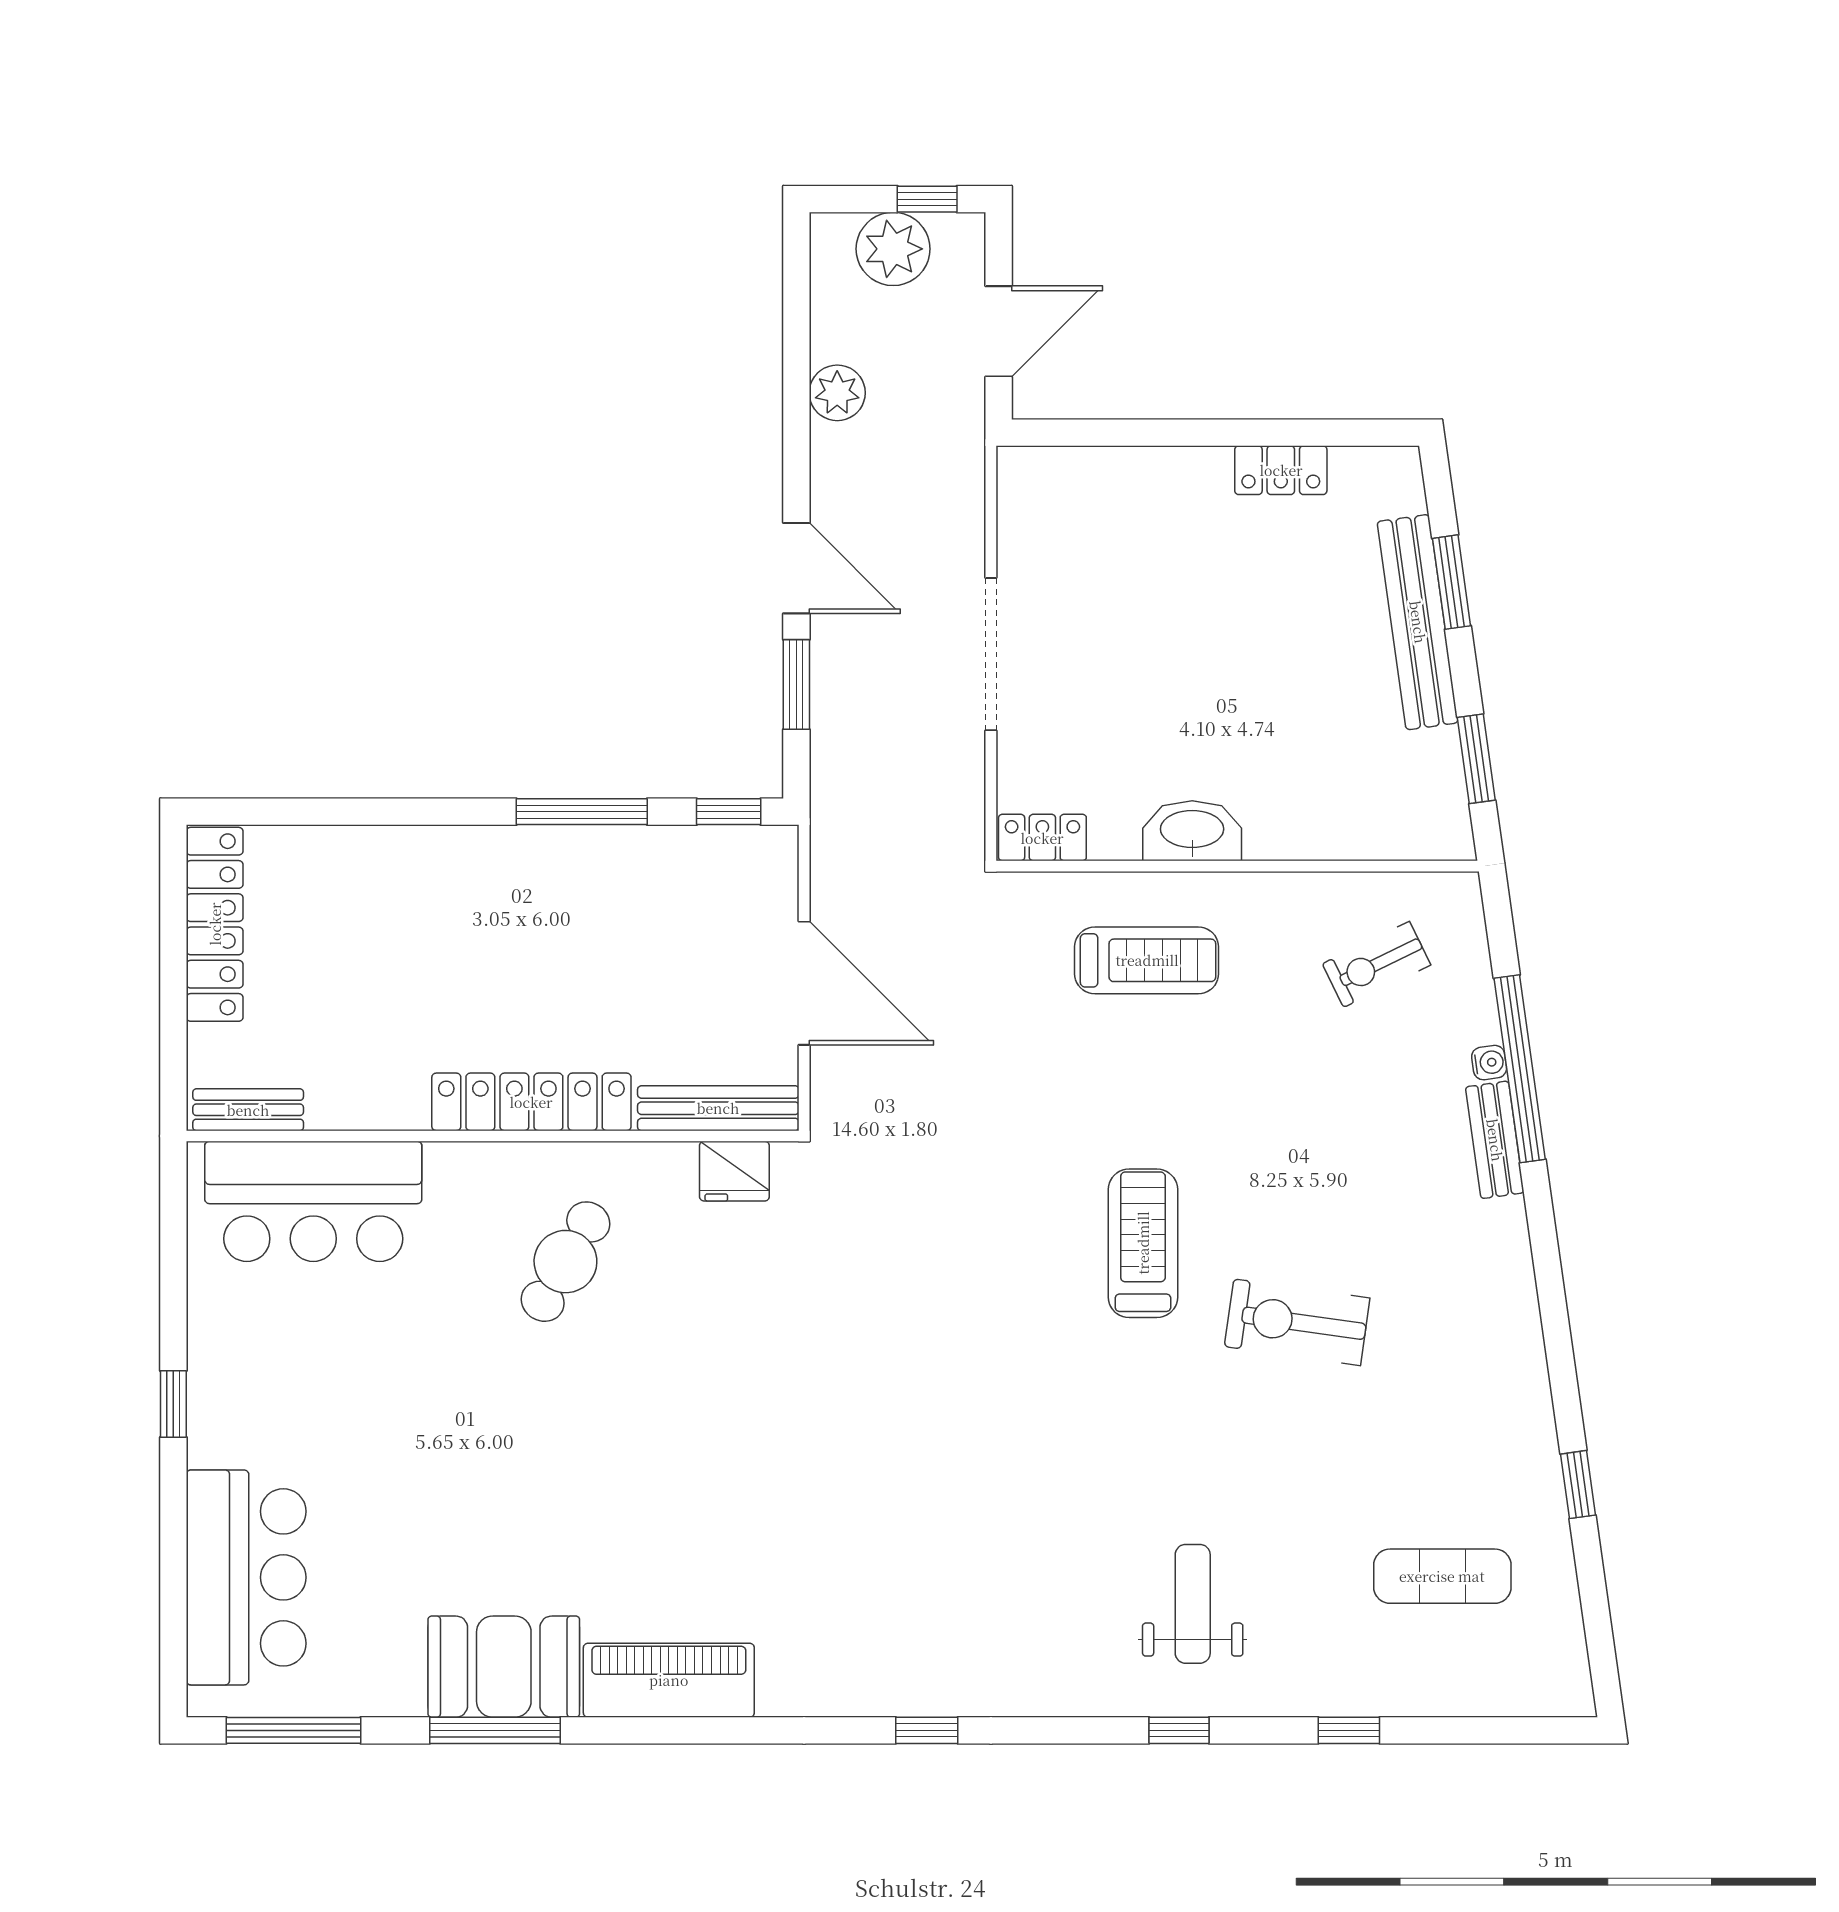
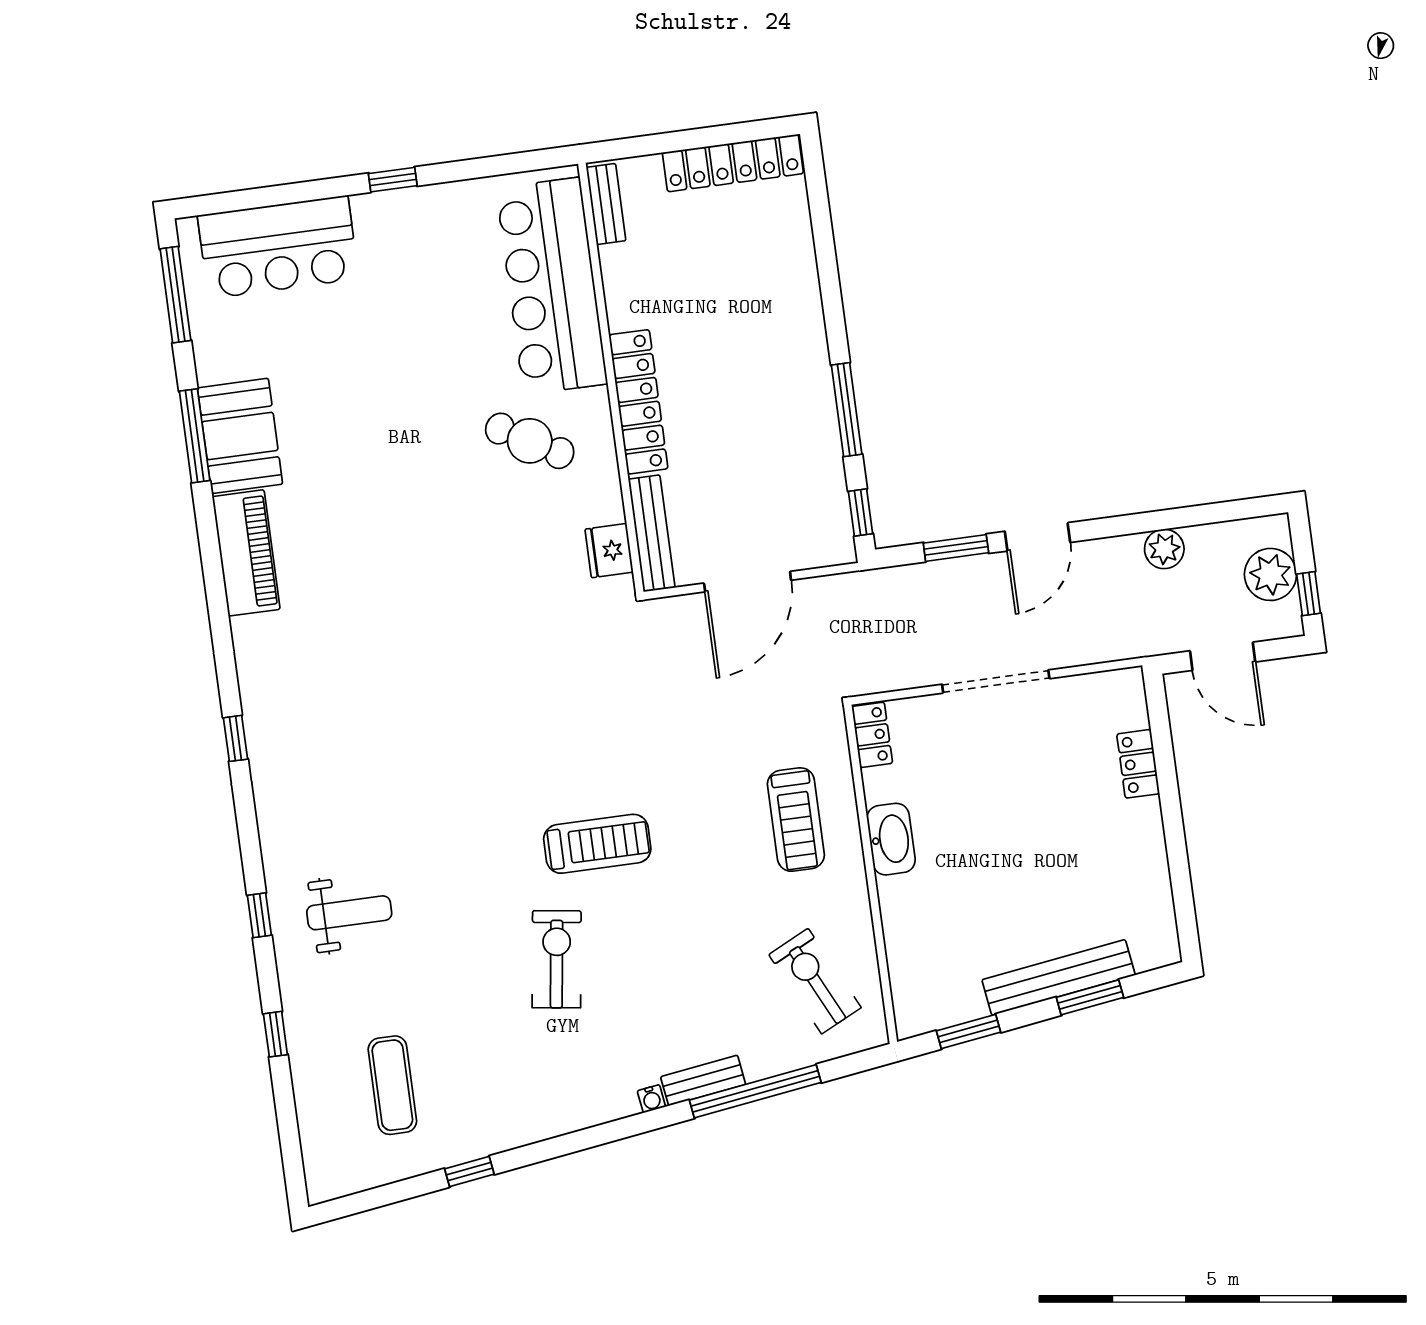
locker: (1281, 470) -> (1138, 764), moved
exercise bike: (1377, 964) -> (815, 981), width x1.38, depth x1.39
water cooler: (1489, 1063) -> (651, 1099), moved
bar counter: (313, 1201) -> (552, 286), width x1.36

